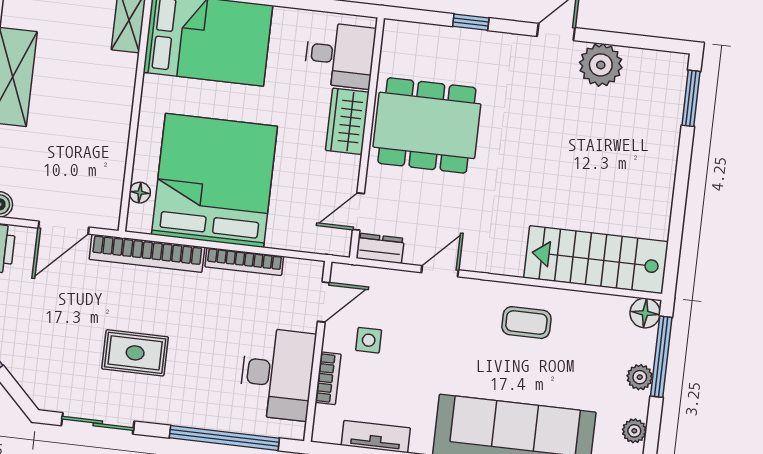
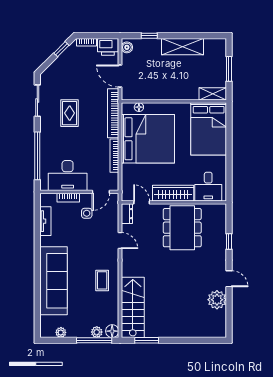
window: (691, 98) -> (147, 340), moved
wardrobe: (347, 121) -> (173, 193), width x1.50
door: (324, 302) -> (101, 192), hinge flipped
plant: (640, 377) -> (97, 332), moved

